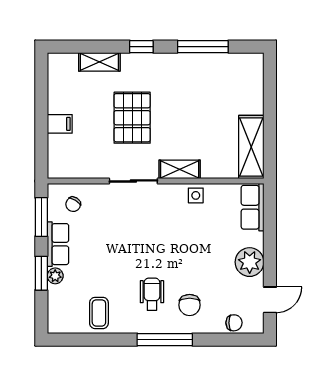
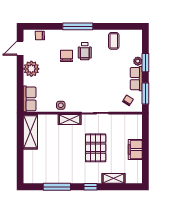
filing cabinet: (60, 124) -> (135, 150), width x2.00
chair: (190, 305) -> (67, 56), moved

